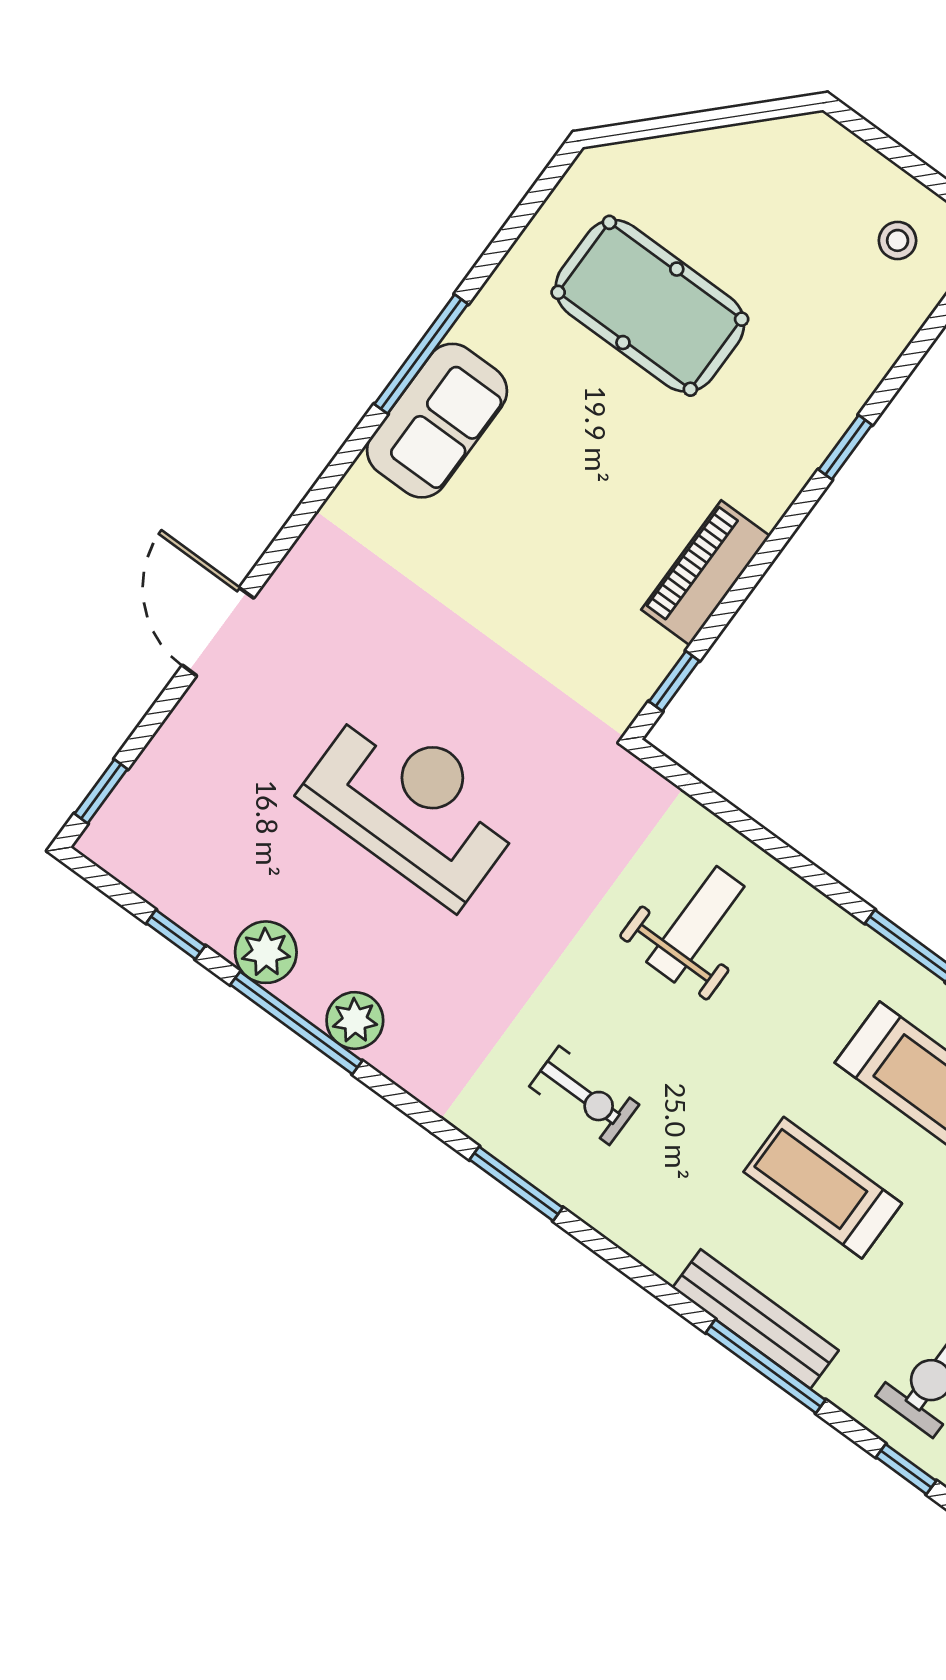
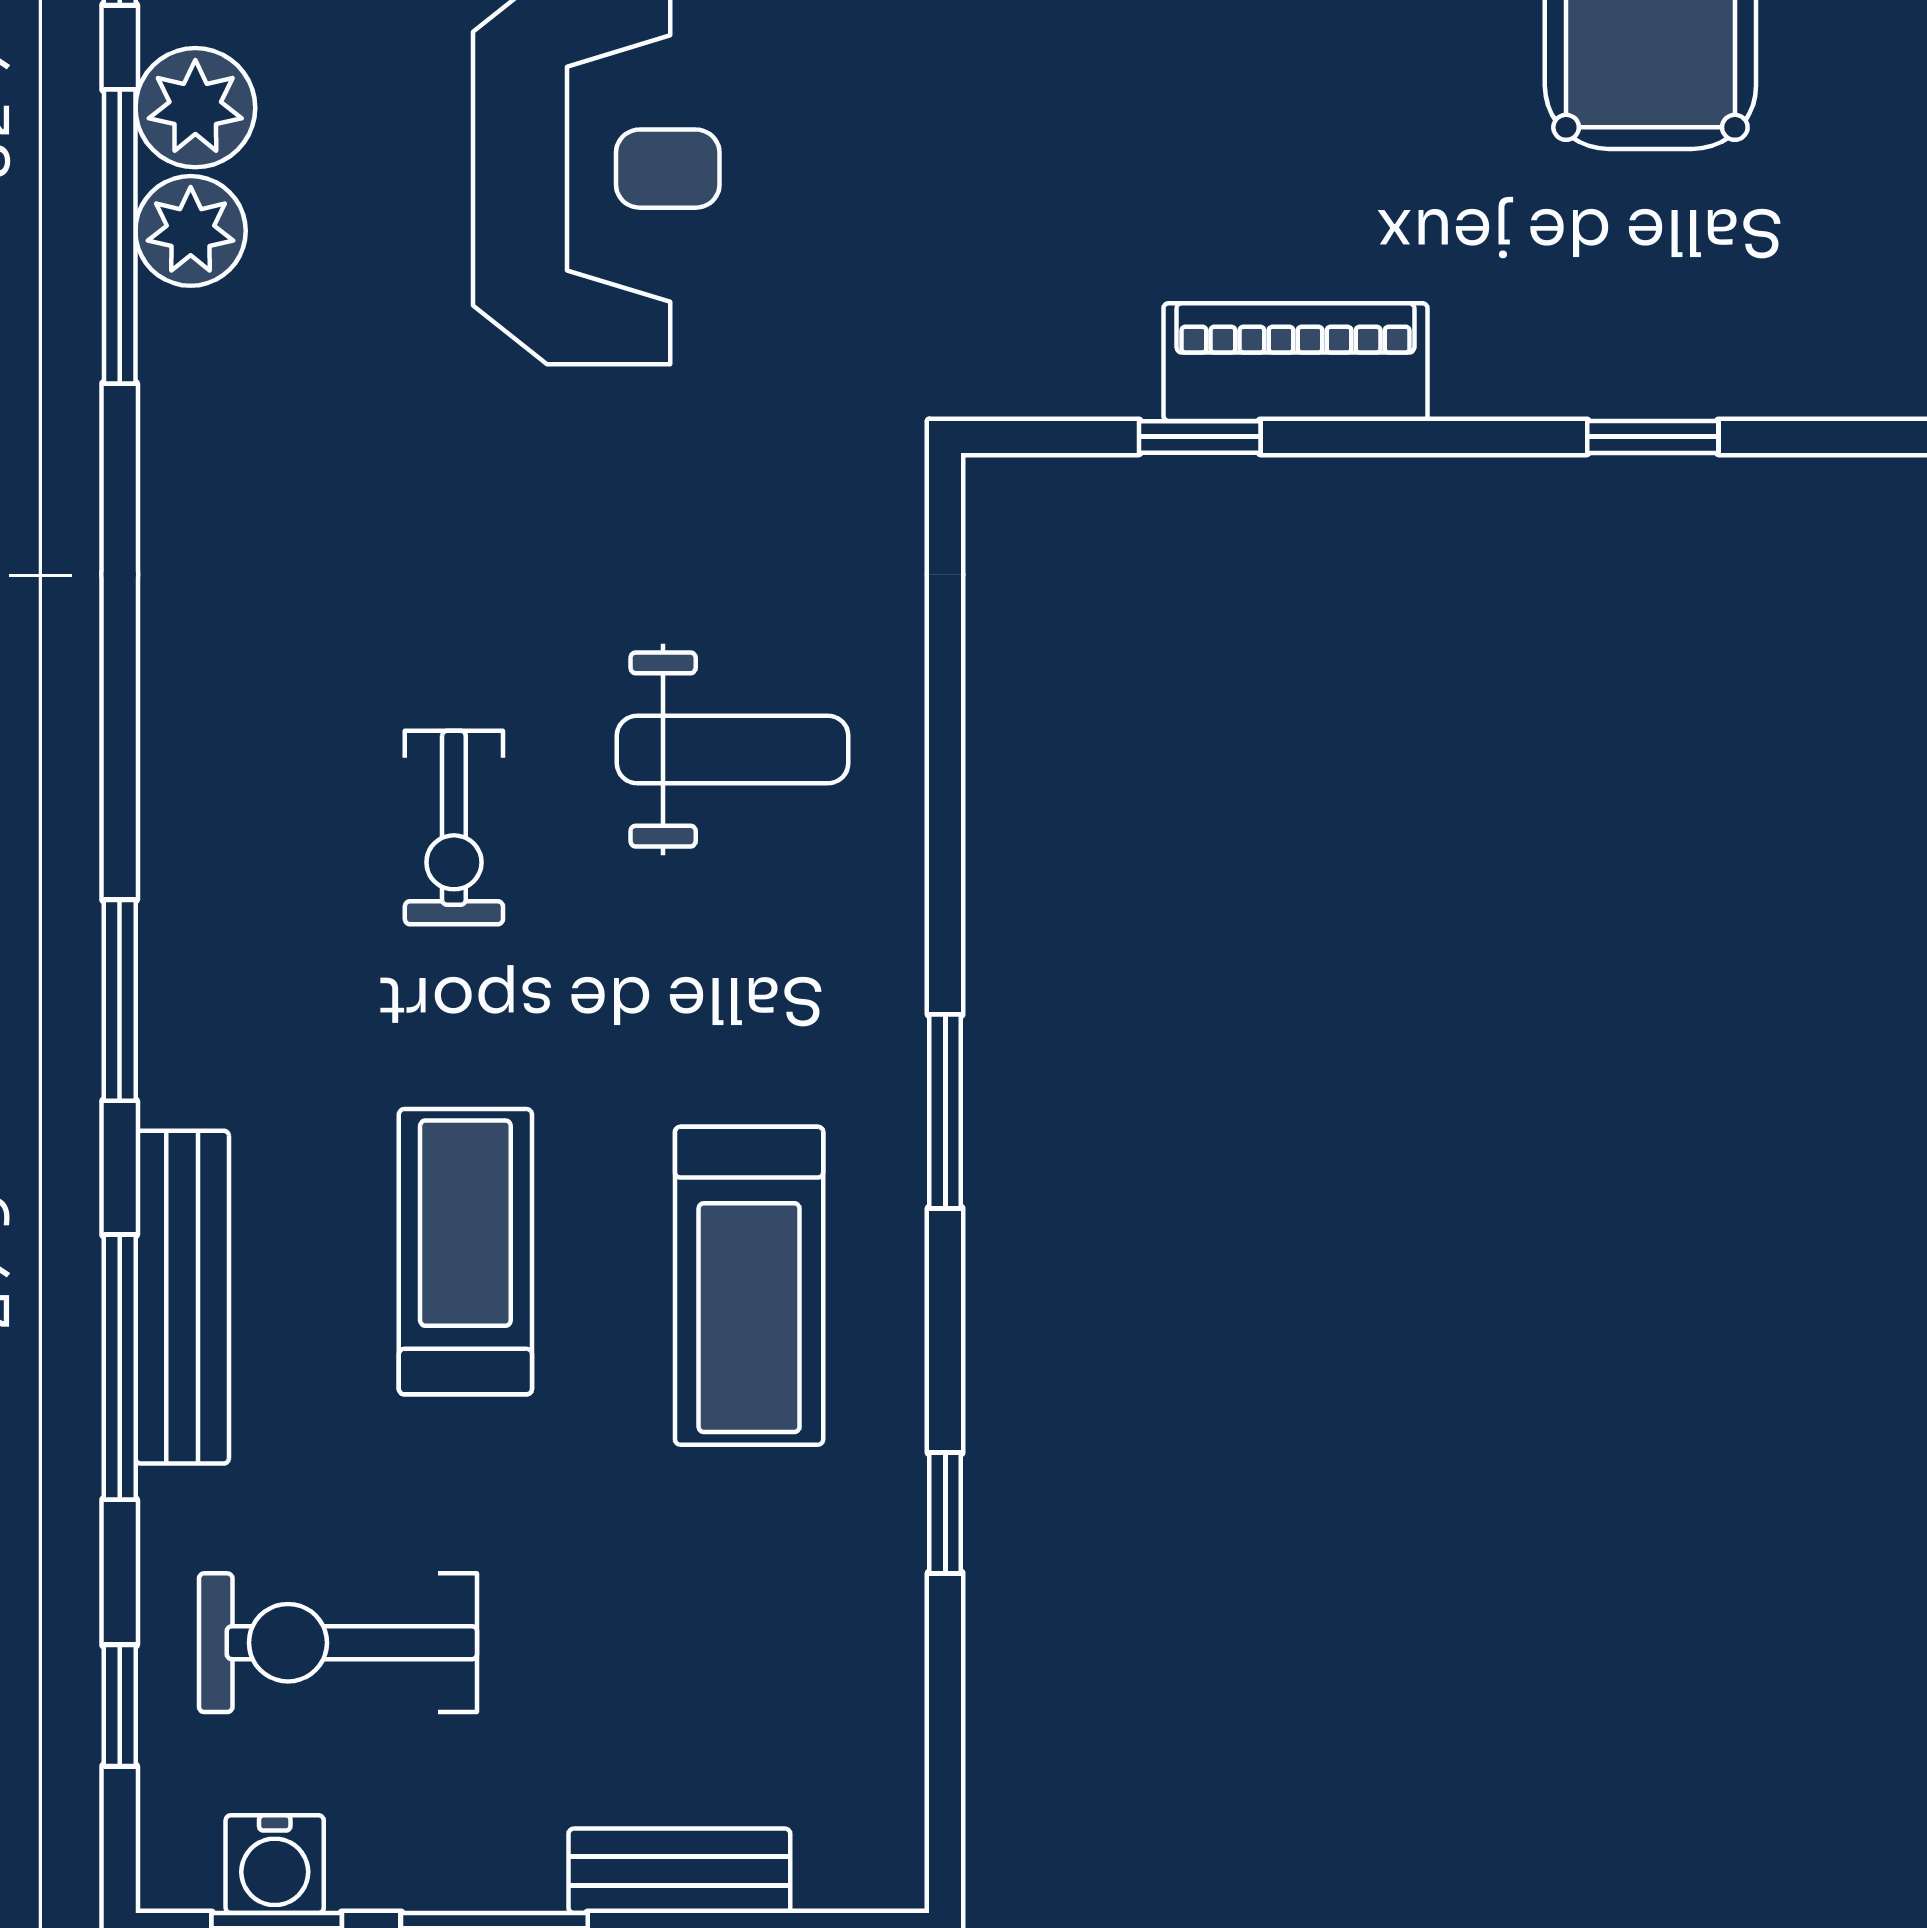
window: (674, 681) -> (1200, 437), moved
plant: (355, 1020) -> (191, 231), moved
exercise bike: (584, 1095) -> (454, 827), moved
window: (516, 1184) -> (120, 1000), moved

